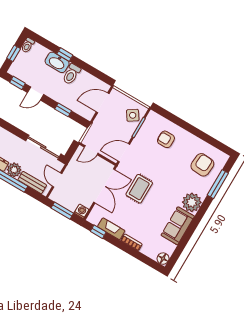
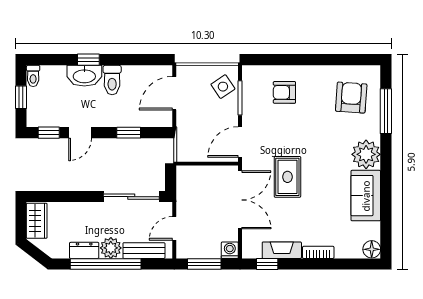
door: (91, 150) -> (196, 164), removed
door: (57, 180) -> (174, 228), hinge flipped

